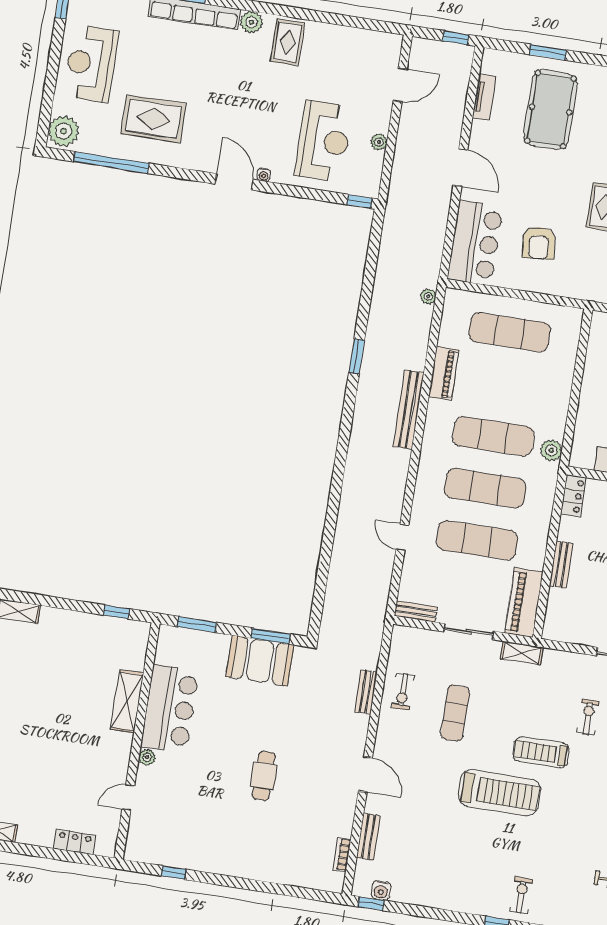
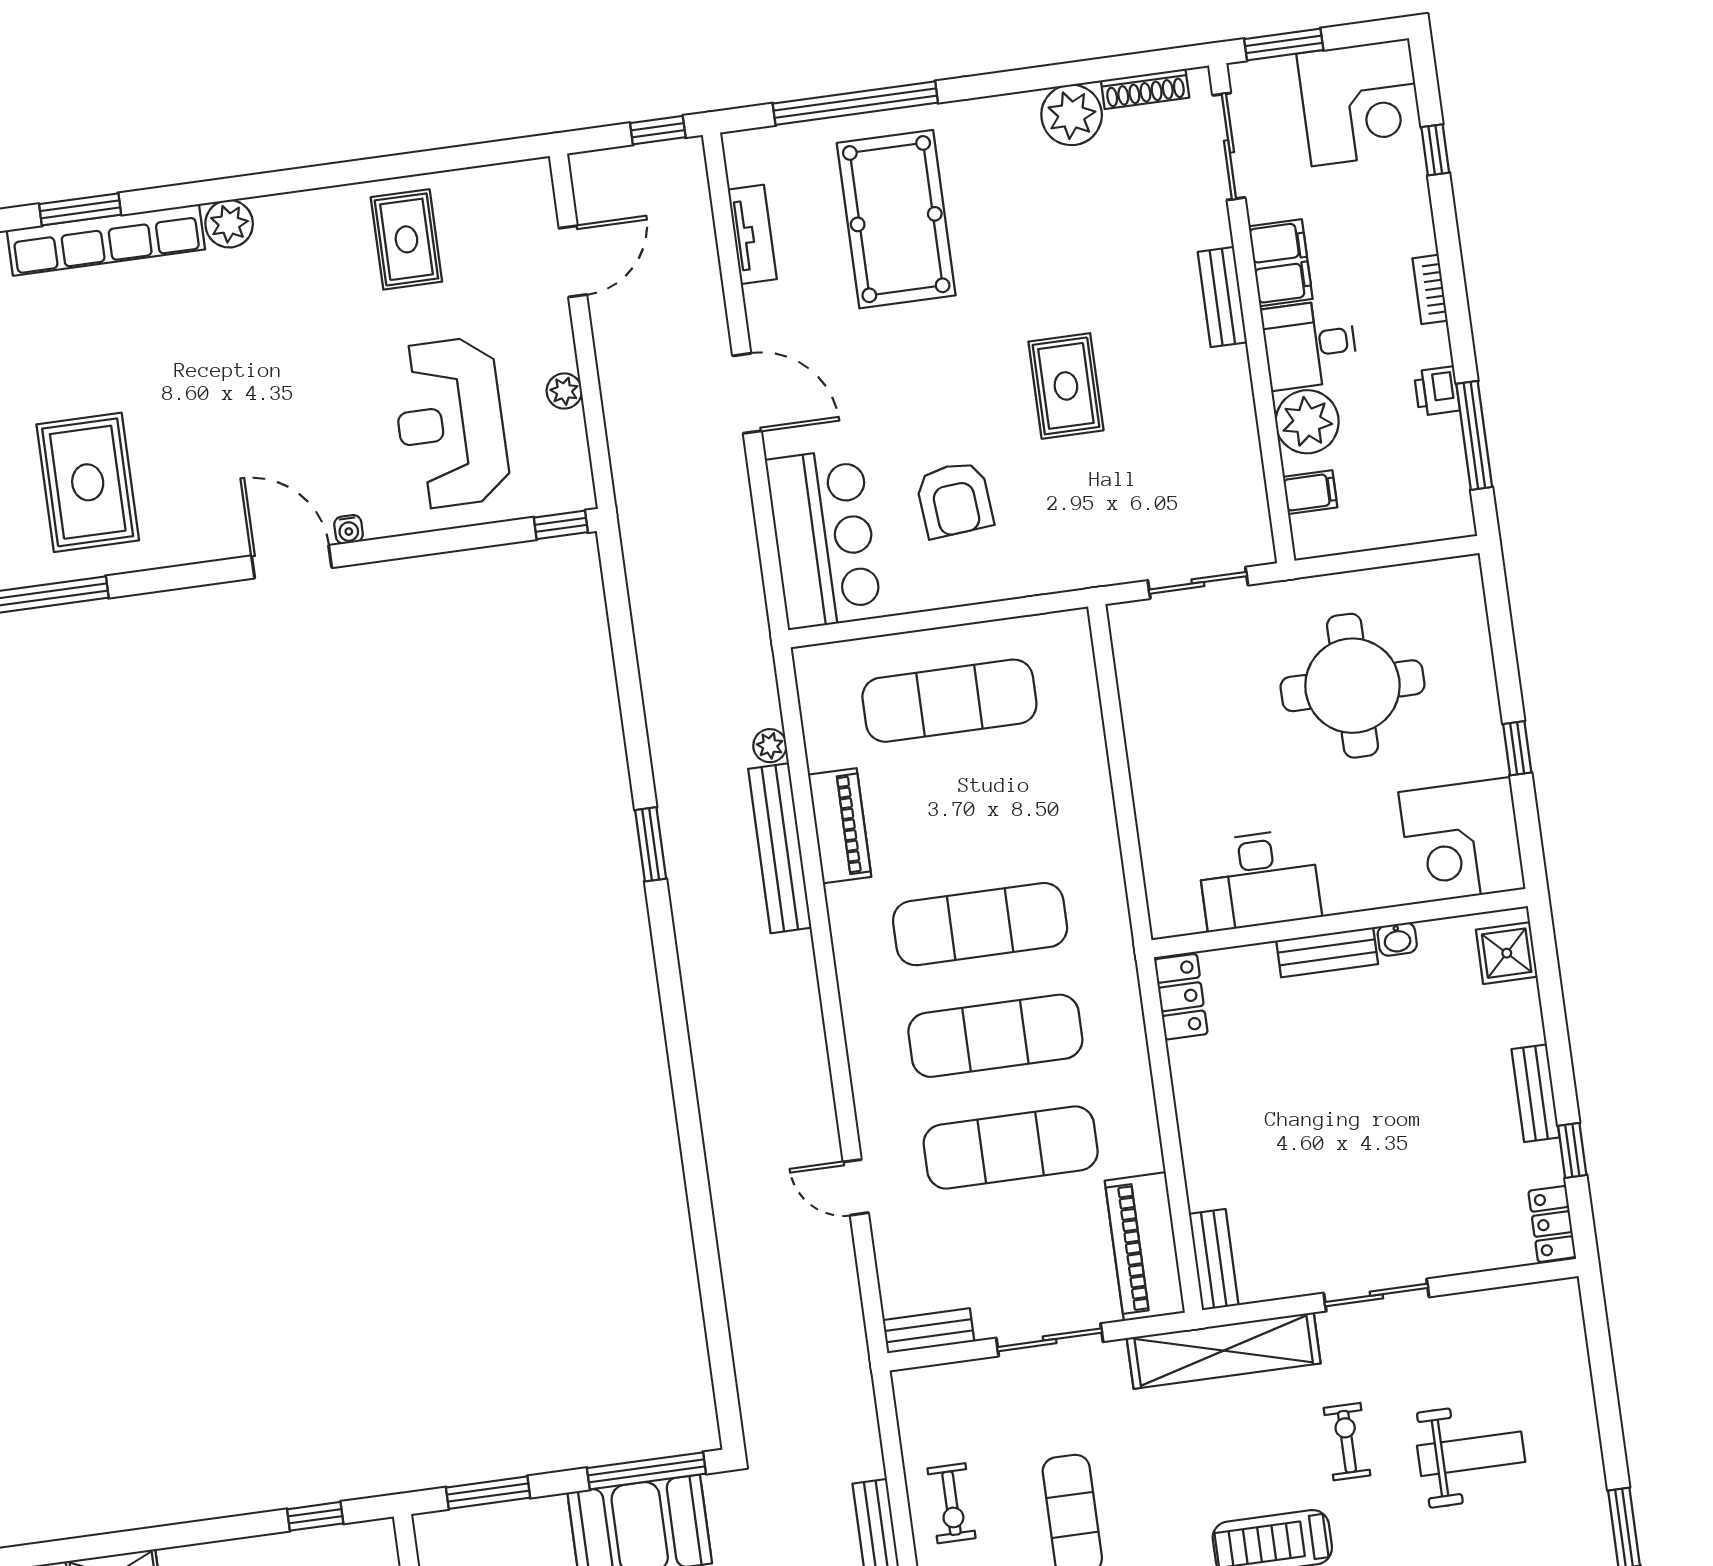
rug: (288, 42) -> (406, 239), moved
window: (548, 52) -> (855, 103), width x2.11
rug: (153, 119) -> (88, 482), turned 90
reception desk: (324, 141) -> (450, 423), turned 180
plant: (428, 296) -> (770, 746), moved
bench: (409, 410) -> (780, 848), moved
plant: (551, 450) -> (1107, 918), removed
bench: (561, 565) -> (1214, 1260), moved
window: (271, 636) -> (646, 1471), width x1.44
shelving: (522, 653) -> (1224, 1351), width x2.20, depth x1.33

